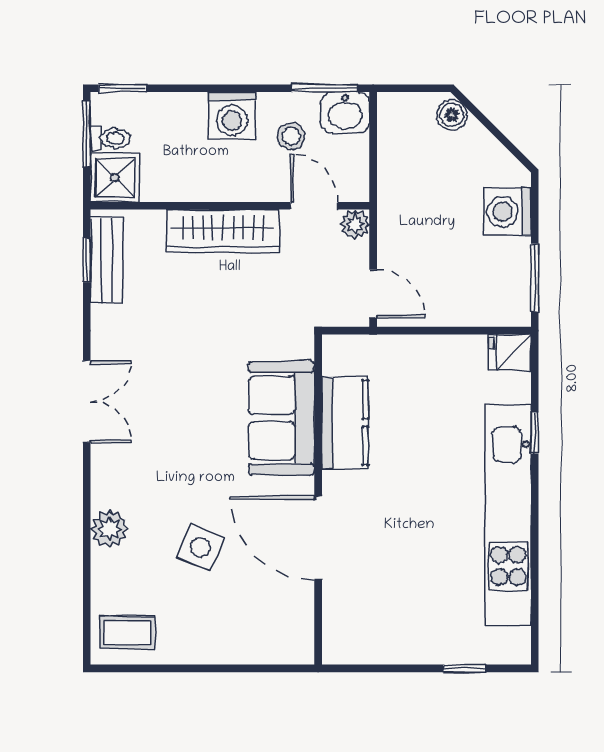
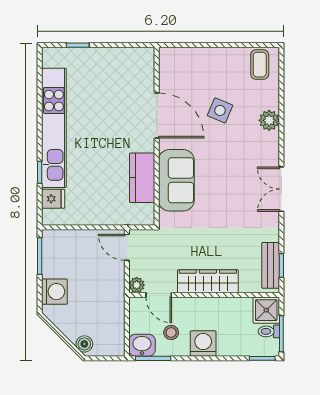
fridge: (510, 352) -> (53, 199), moved
coffee table: (127, 632) -> (260, 65), turned 90

